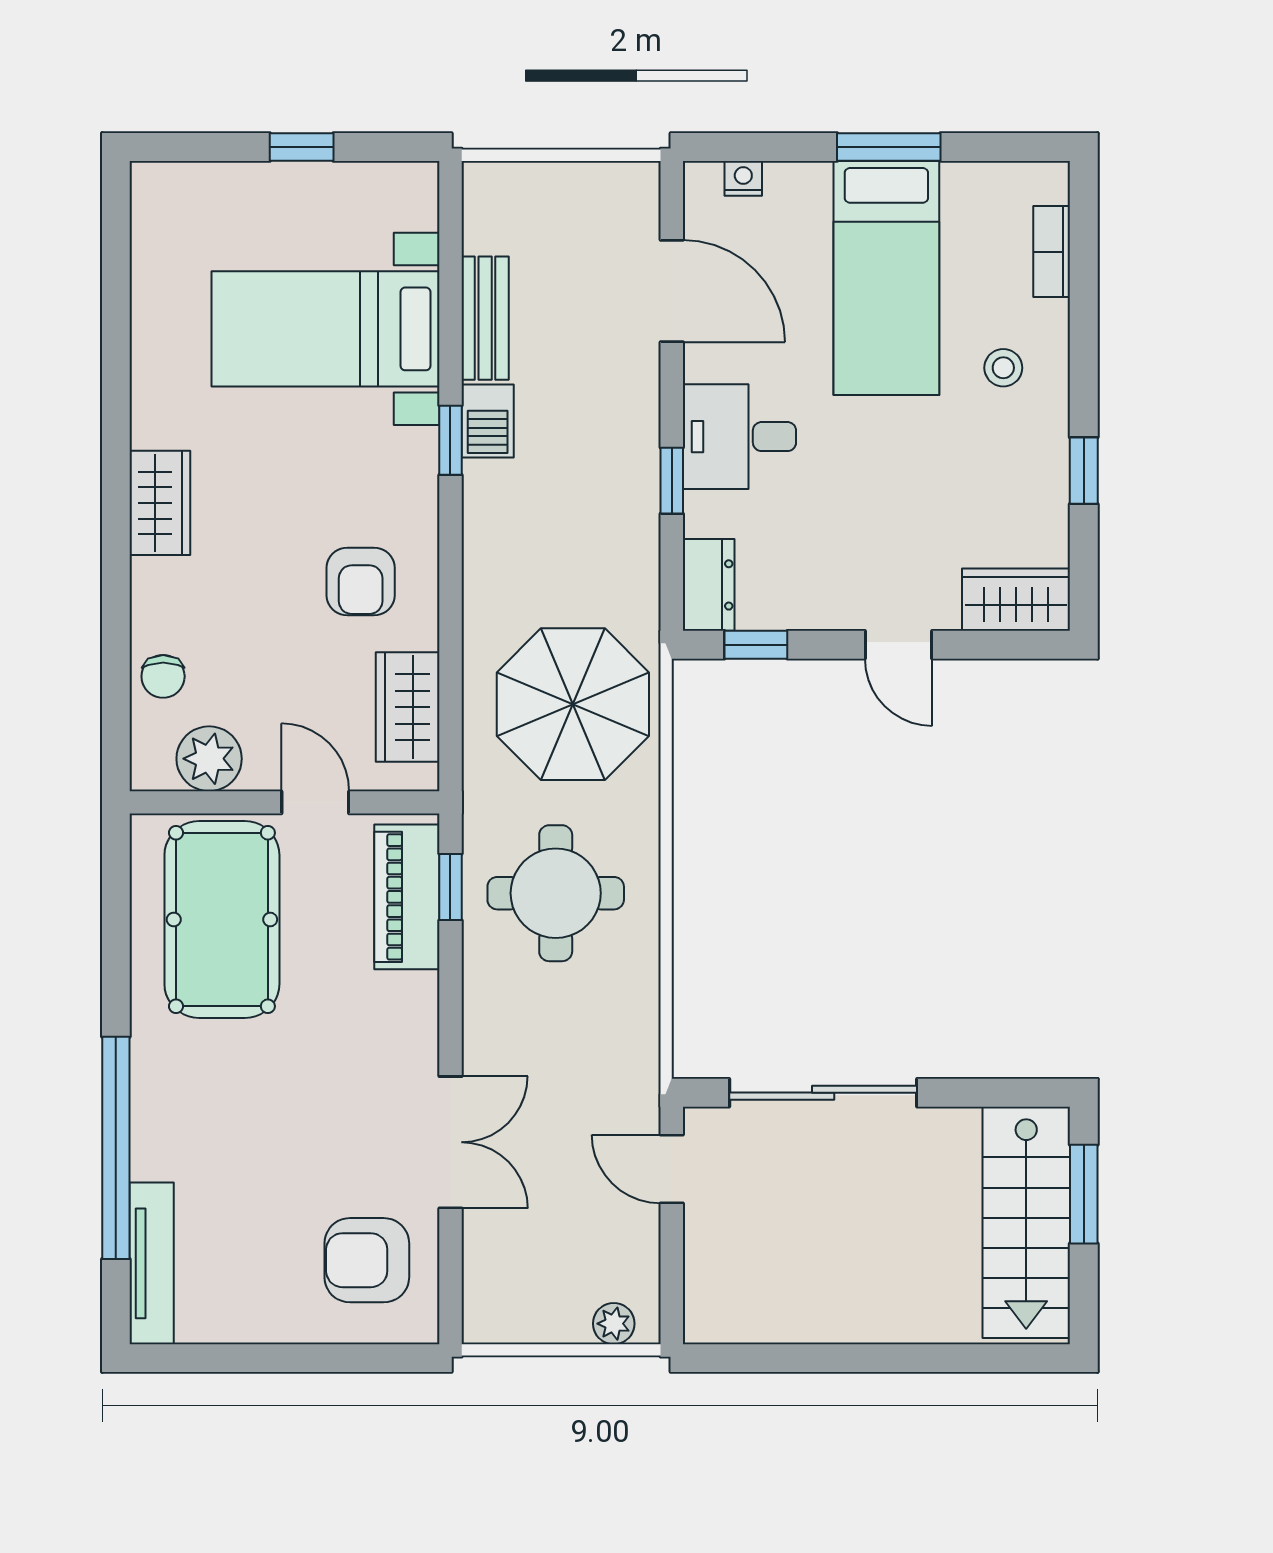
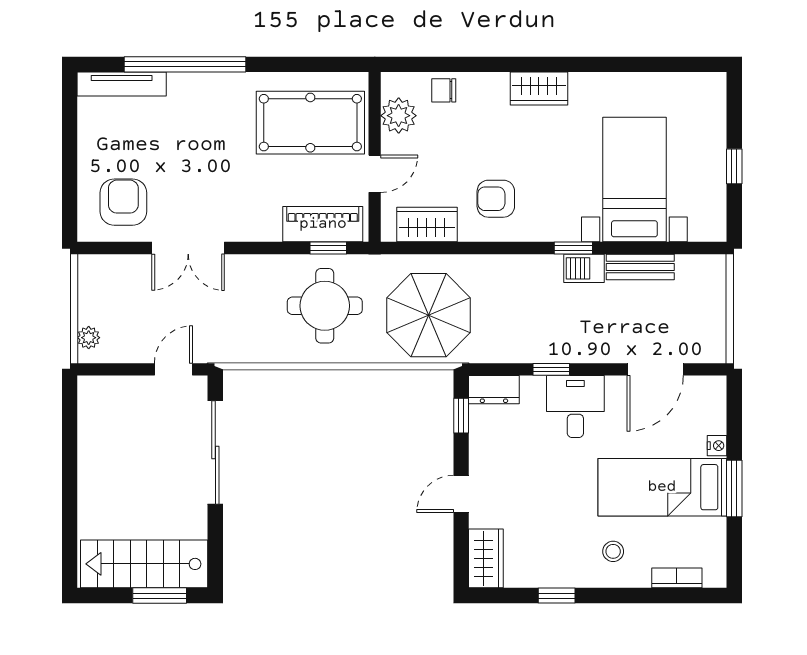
nightstand: (743, 178) -> (717, 446), moved

